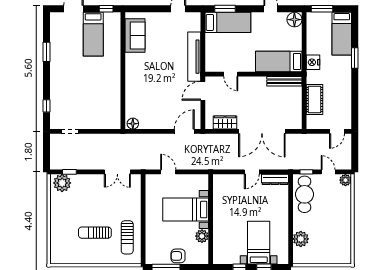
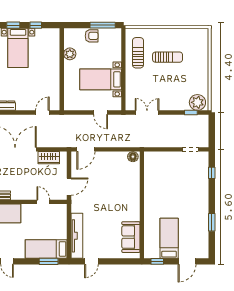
tv unit: (194, 57) -> (77, 236), moved
door: (252, 172) -> (42, 112), moved
bed with nightstands: (186, 209) -> (101, 79), moved, turned 180

